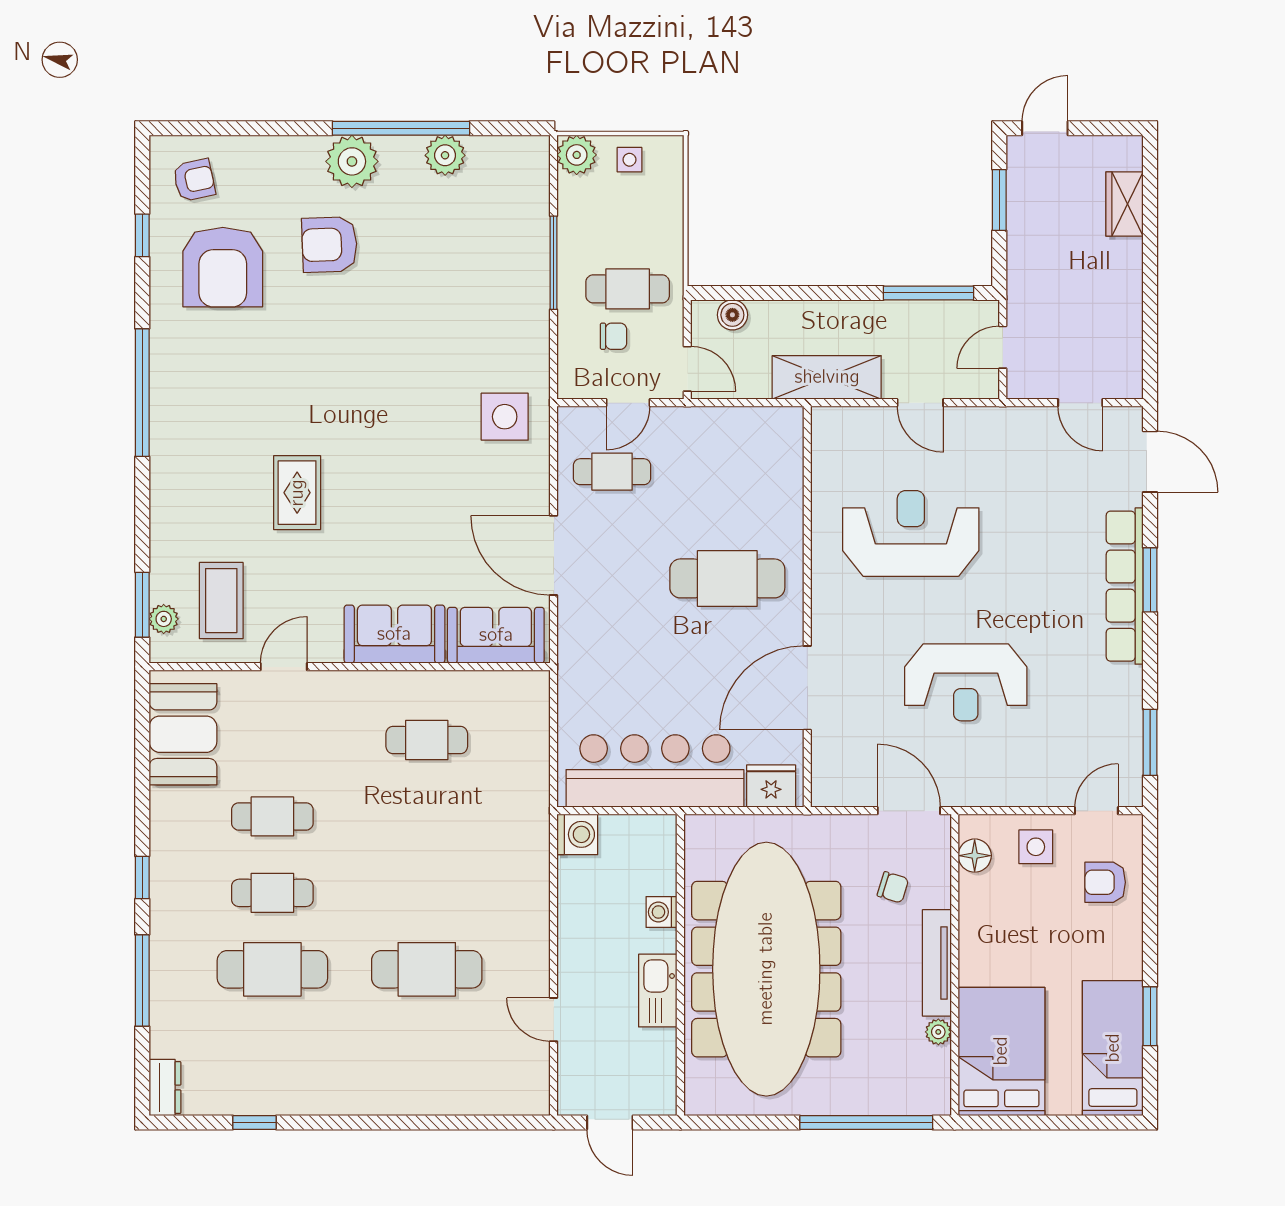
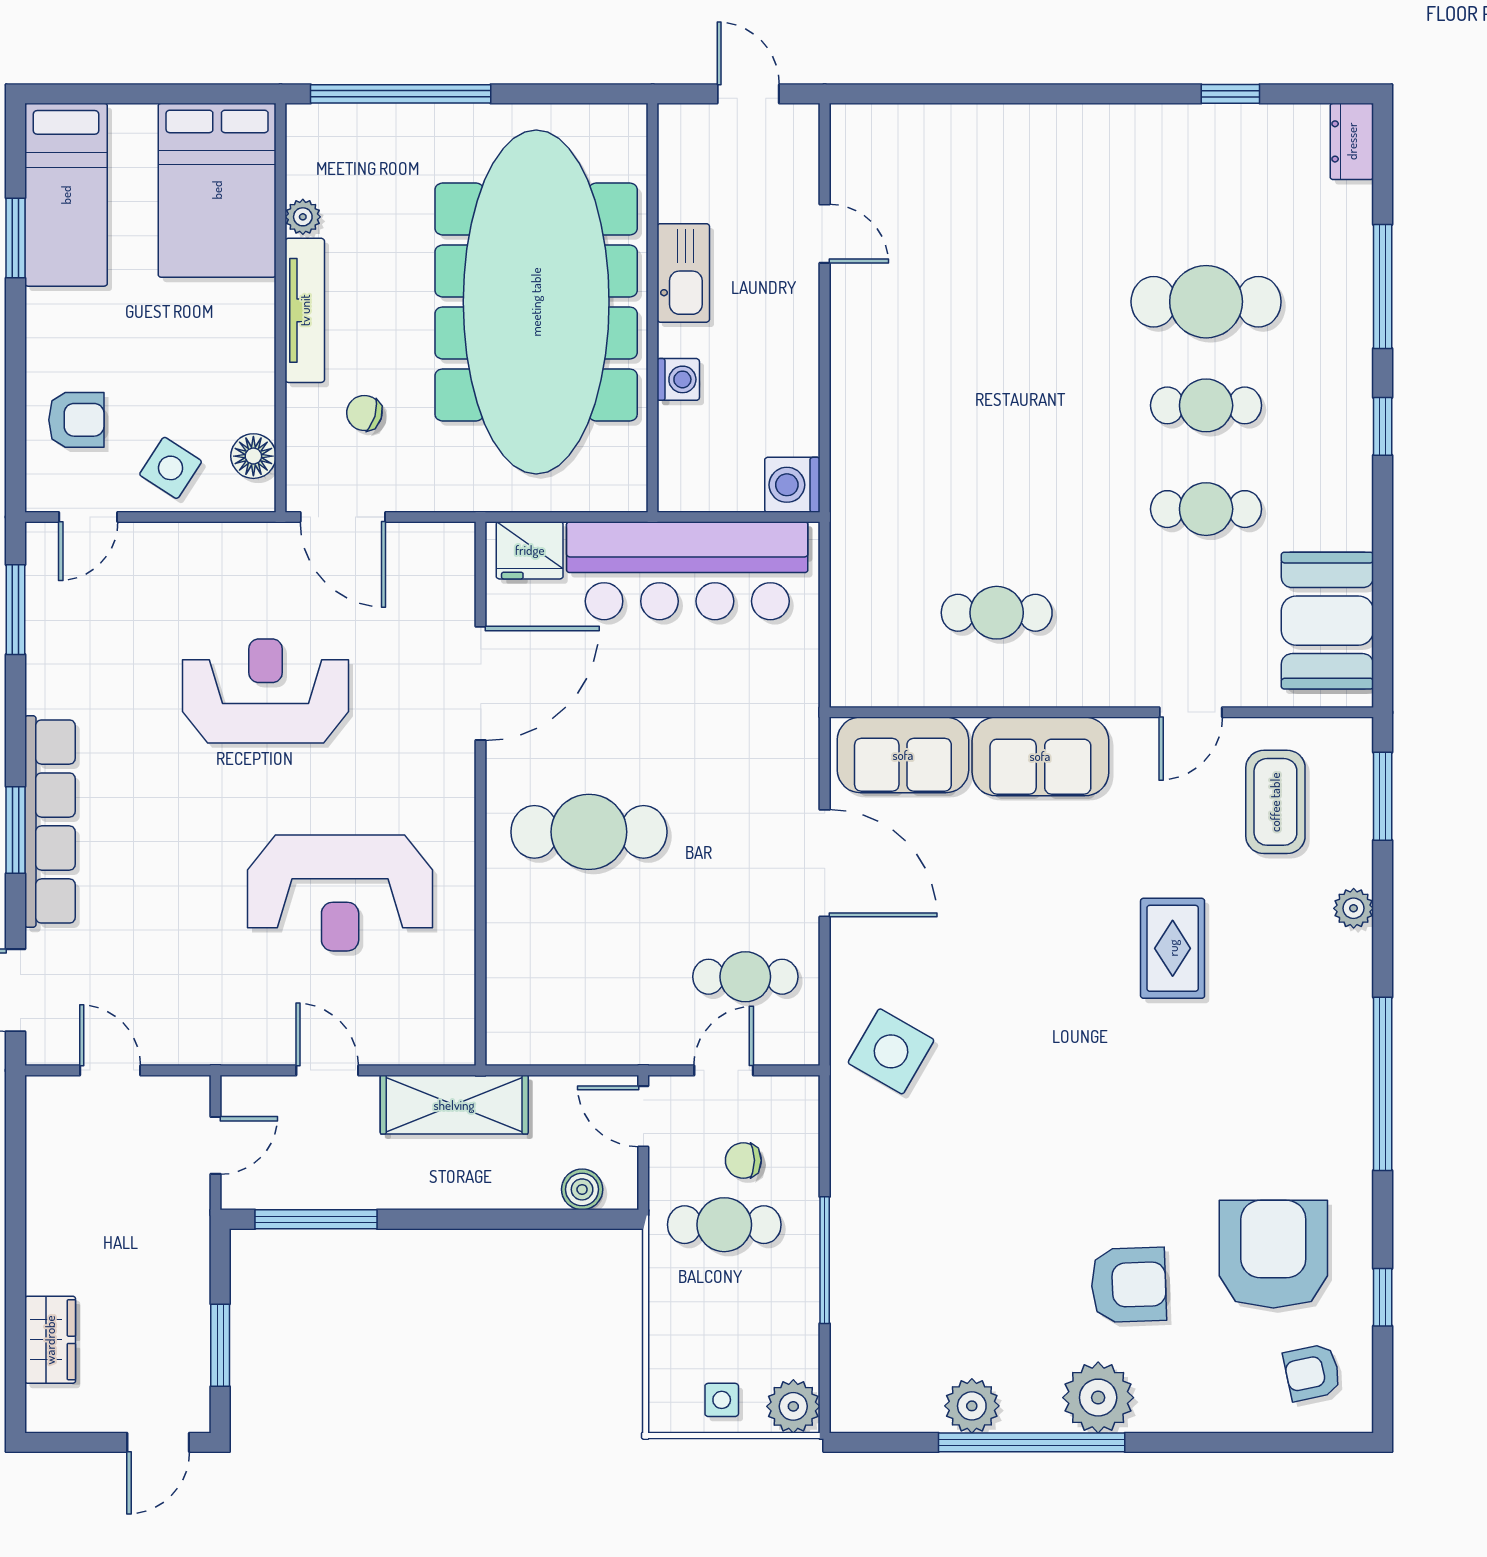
side table: (505, 417) -> (891, 1051), turned 30
plant: (164, 619) -> (1354, 908), moved
side table: (1036, 847) -> (171, 468), turned 33
cafe table: (427, 969) -> (997, 302), removed

